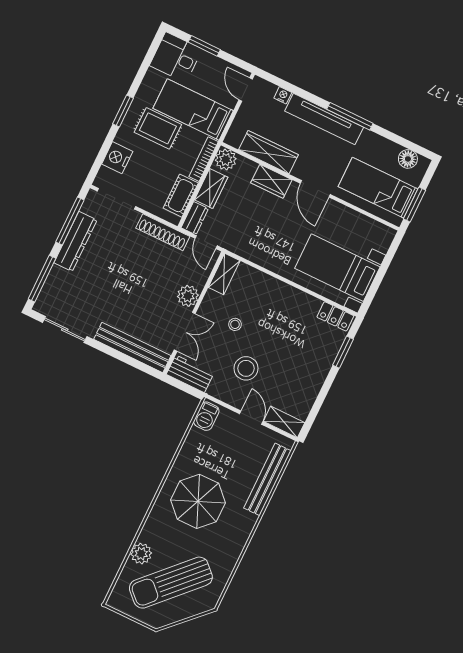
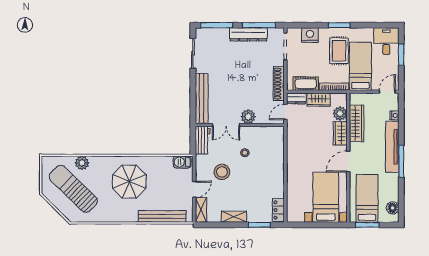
plant: (226, 159) -> (340, 113), moved
bed with nightstands: (337, 268) -> (326, 197), moved
shelving: (224, 274) -> (234, 217), moved

